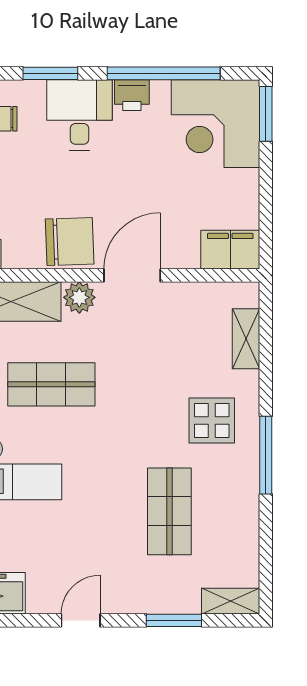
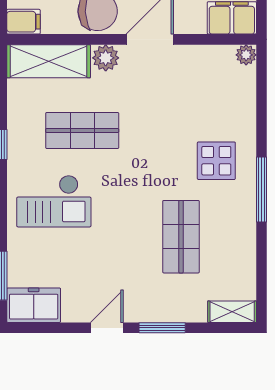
plant: (247, 294) -> (246, 55), added
shelving: (246, 339) -> (245, 92), removed
window: (174, 620) -> (162, 328), moved

